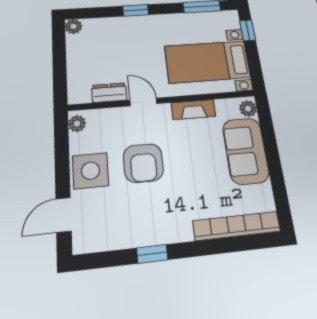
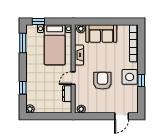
window: (136, 10) -> (23, 88), moved
armchair: (143, 163) -> (102, 81), turned -90
side table: (90, 171) -> (130, 77), moved
door: (63, 215) -> (122, 116), hinge flipped

